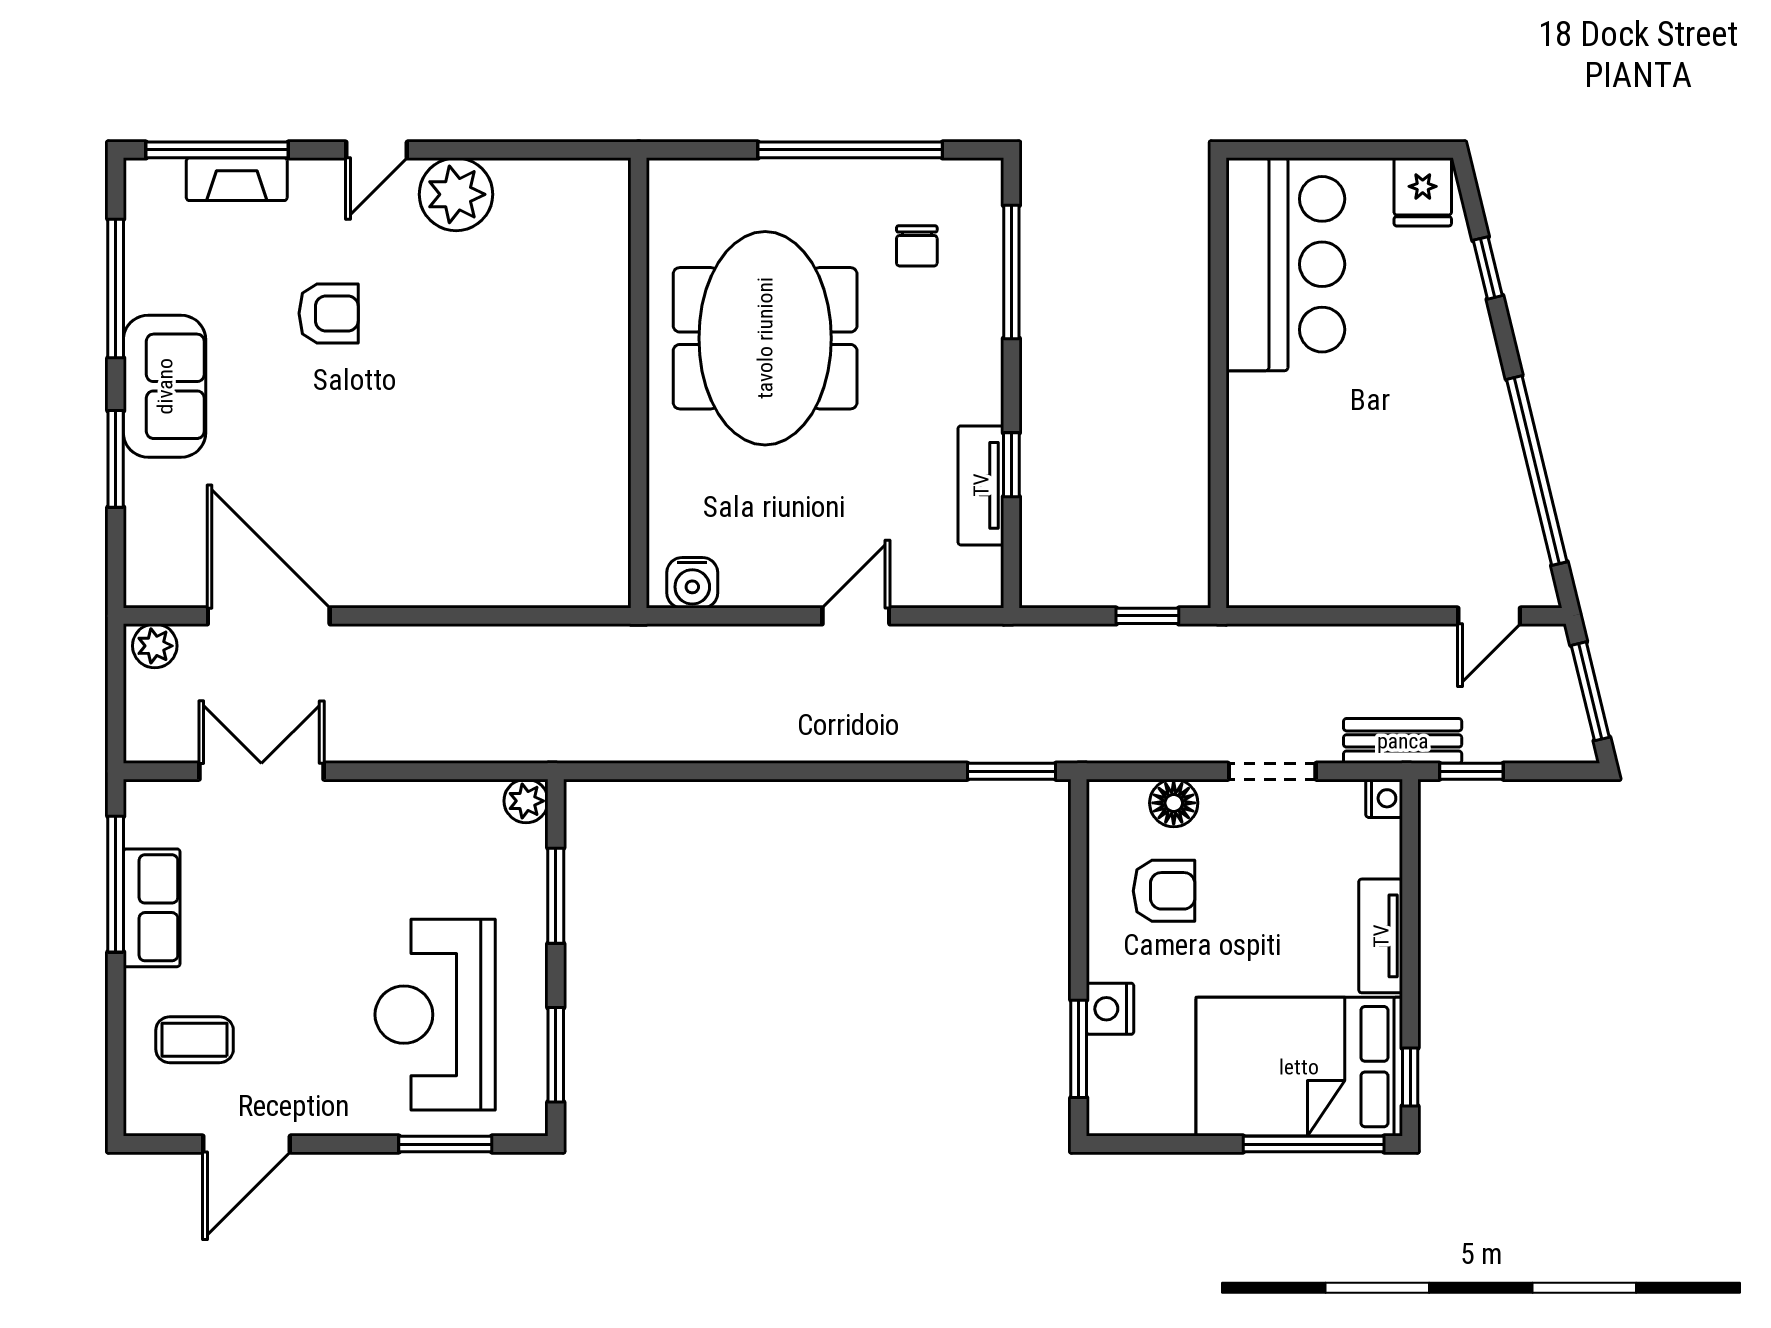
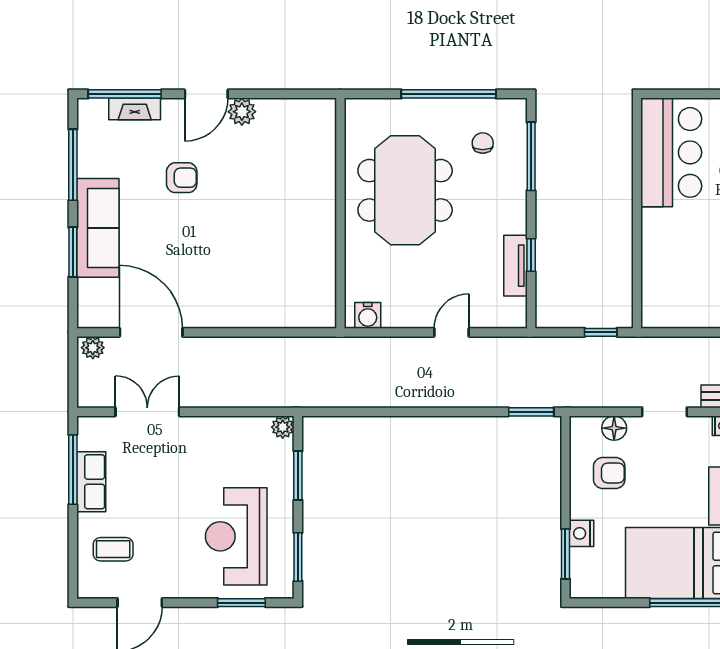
door: (377, 150) -> (206, 94), width x1.37
plant: (456, 194) -> (242, 112), width x0.73, depth x0.73
chair: (917, 246) -> (483, 143), turned 180
sofa: (165, 386) -> (98, 228), width x1.36

